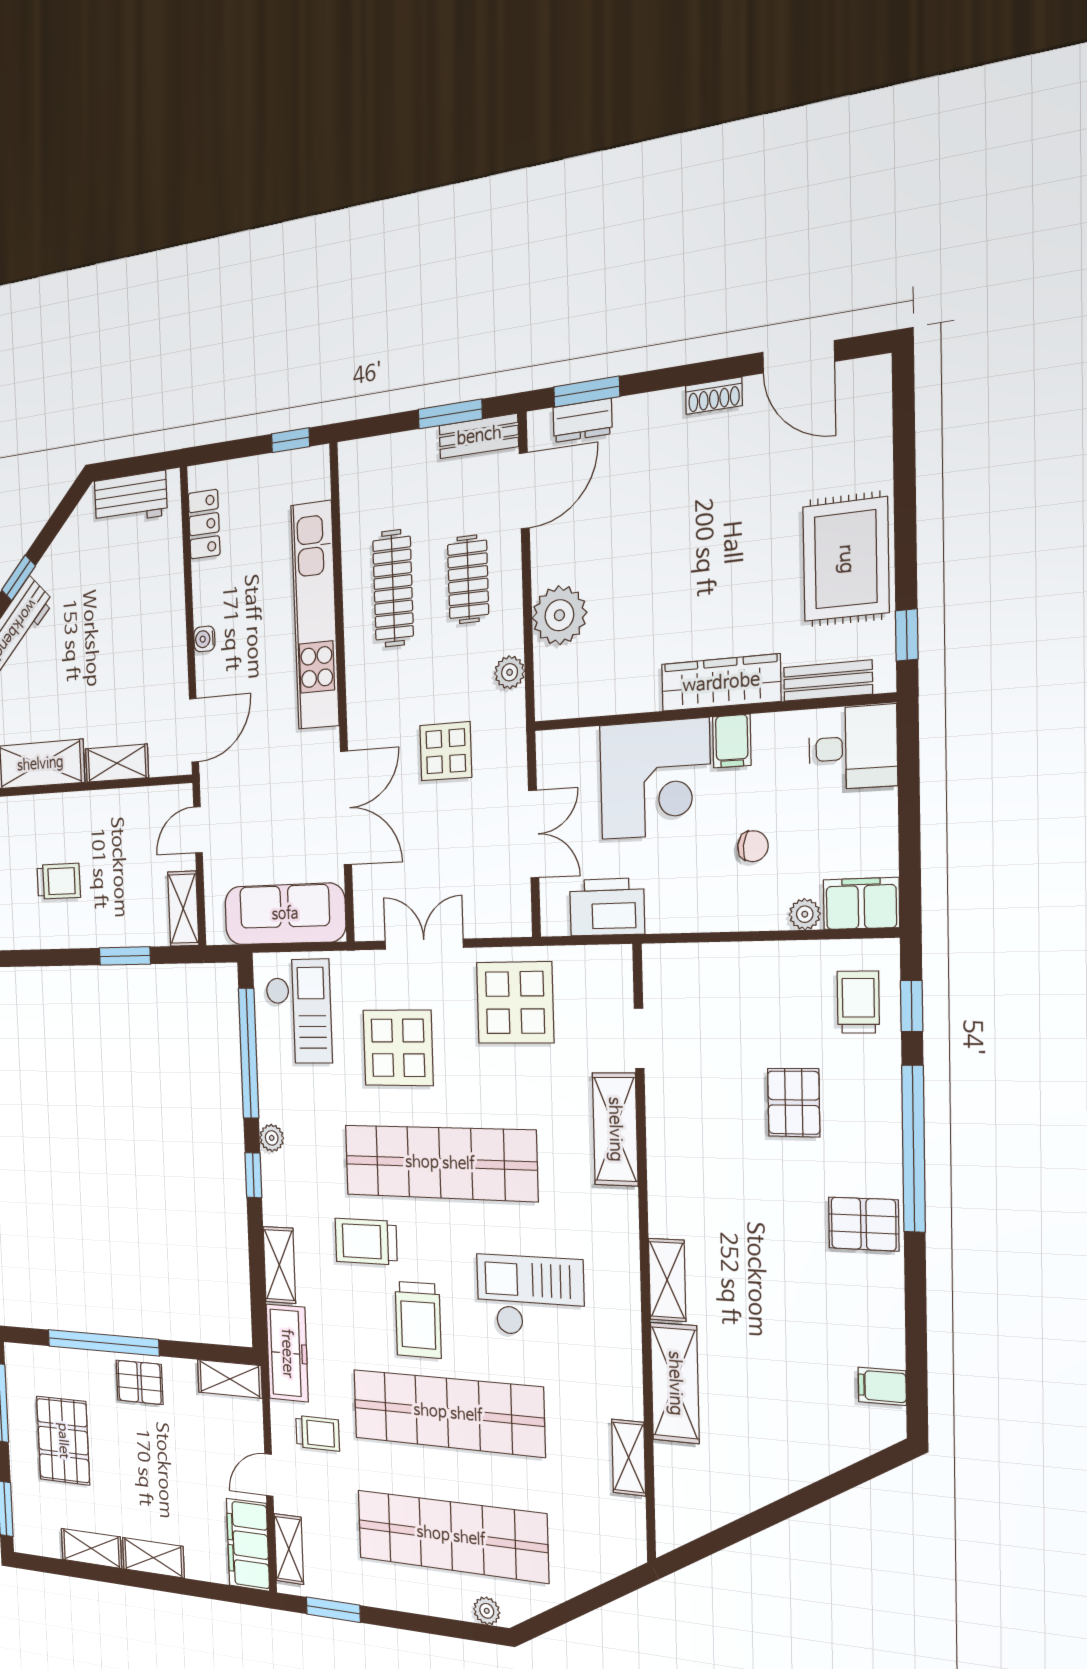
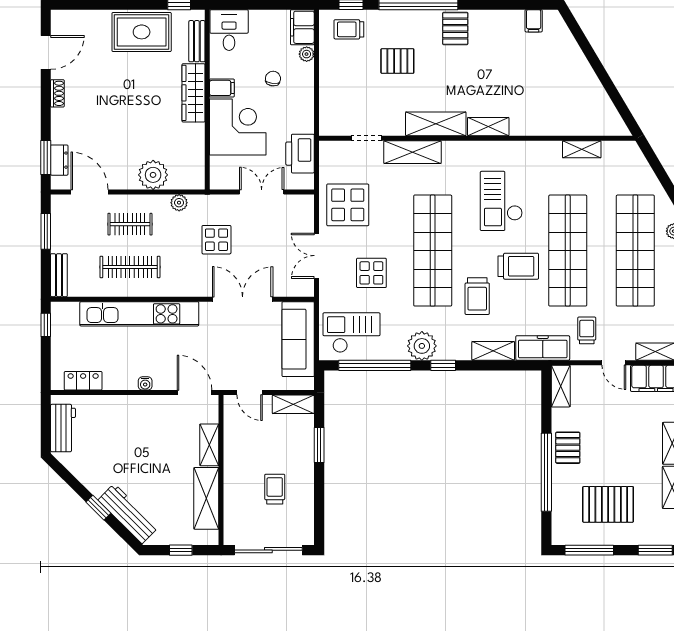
bench: (479, 436) -> (59, 275), moved
display table: (398, 1048) -> (371, 273), width x0.73, depth x0.73
plant: (272, 1138) -> (422, 346), width x1.88, depth x1.88
shelving: (675, 1383) -> (436, 124), moved

